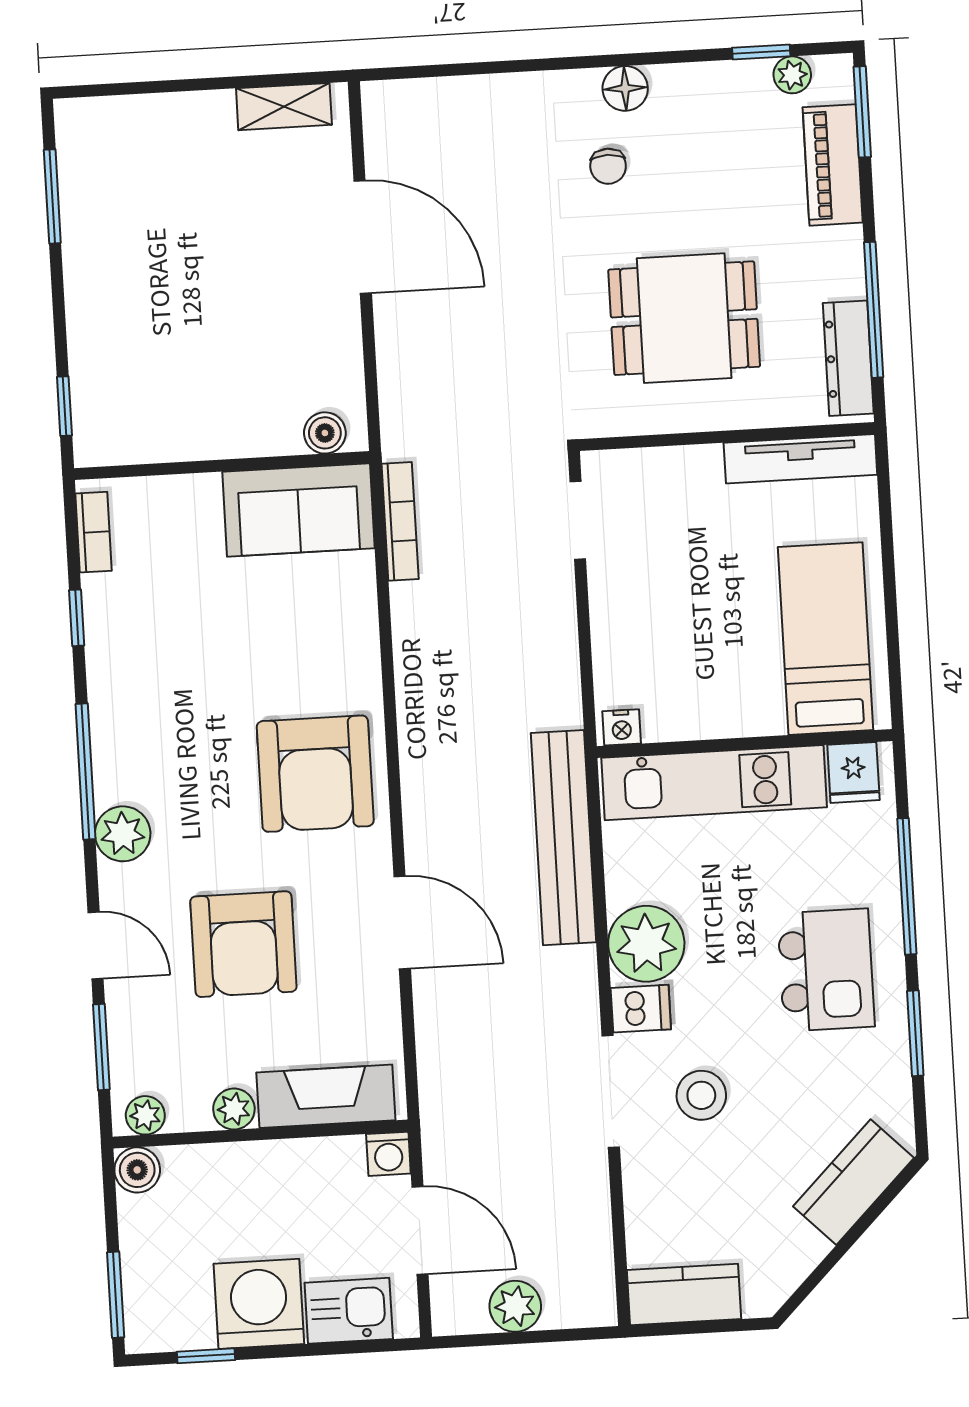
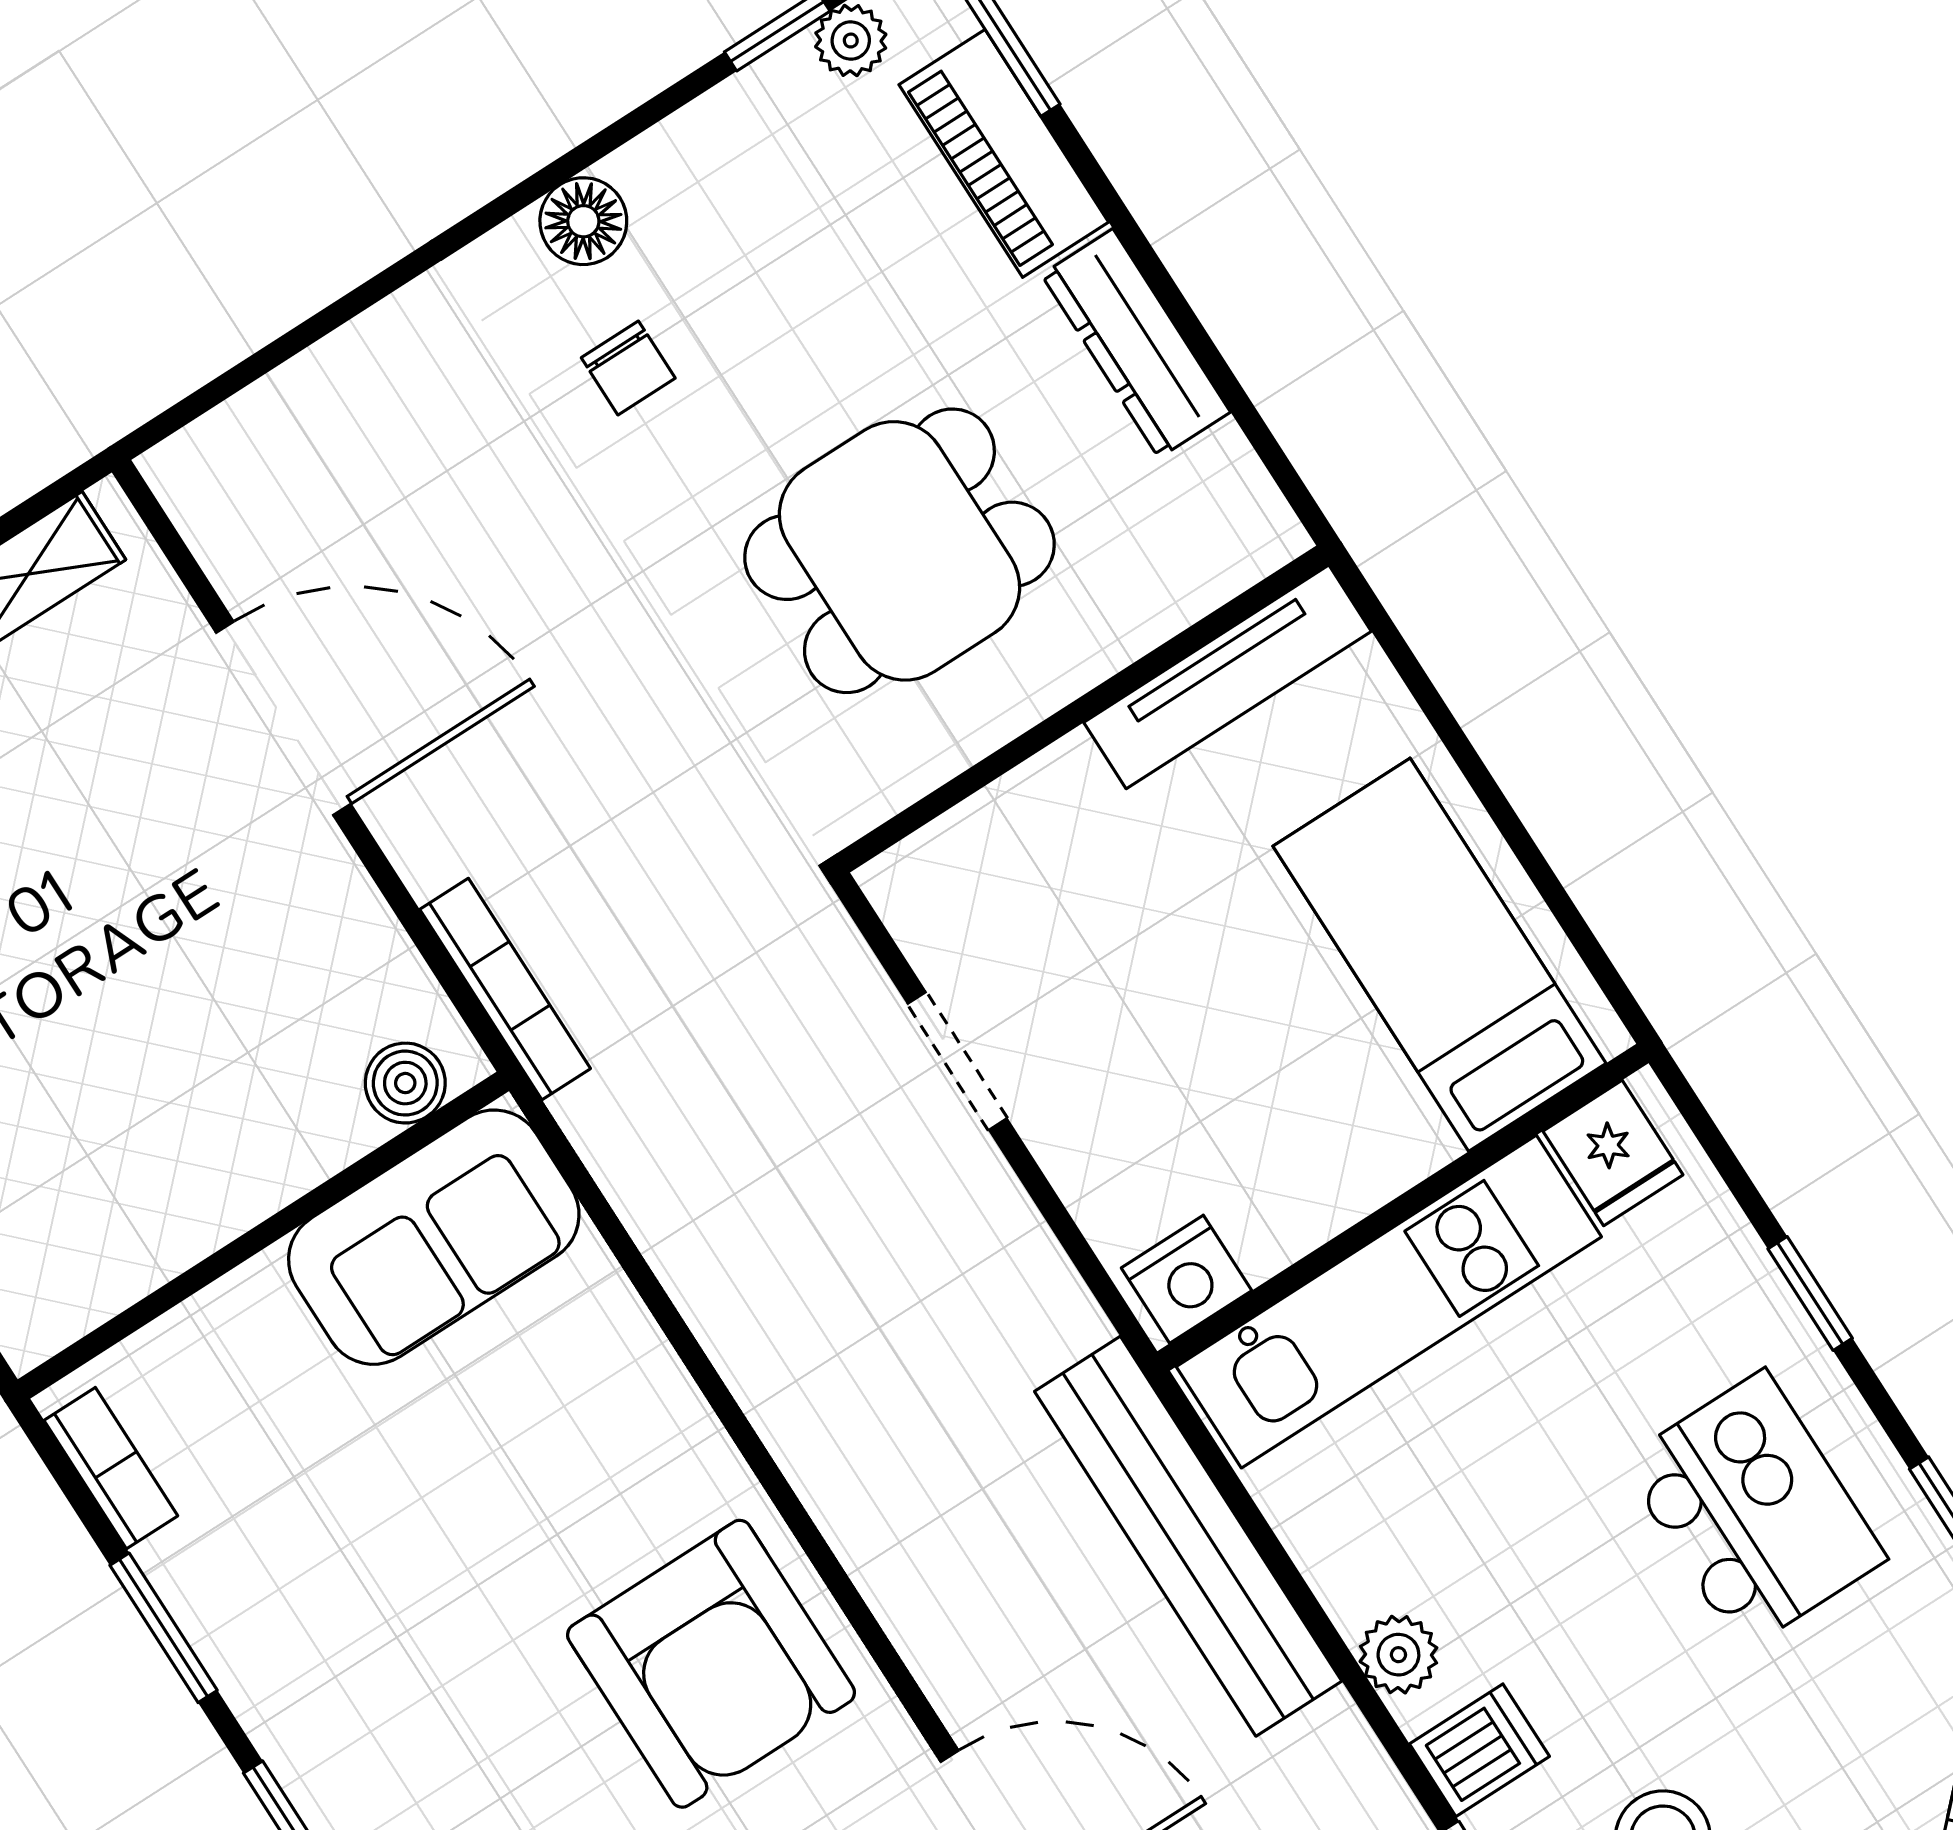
window: (874, 310) -> (1210, 358), removed
dresser: (848, 358) -> (1136, 343), moved
doorway: (578, 520) -> (957, 1061), moved
bookcase: (400, 521) -> (505, 989), moved
window: (77, 618) -> (164, 1628), width x1.50
nightstand: (622, 727) -> (1187, 1279), width x1.39, depth x1.35
window: (907, 886) -> (1810, 1293), width x0.46
plant: (646, 944) -> (1398, 1655), width x0.53, depth x0.53

